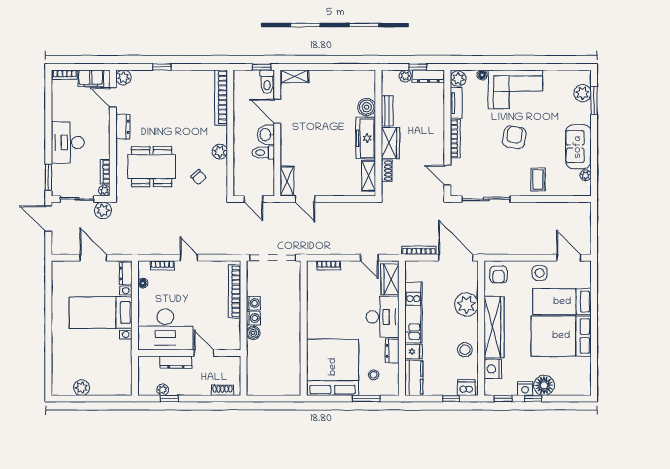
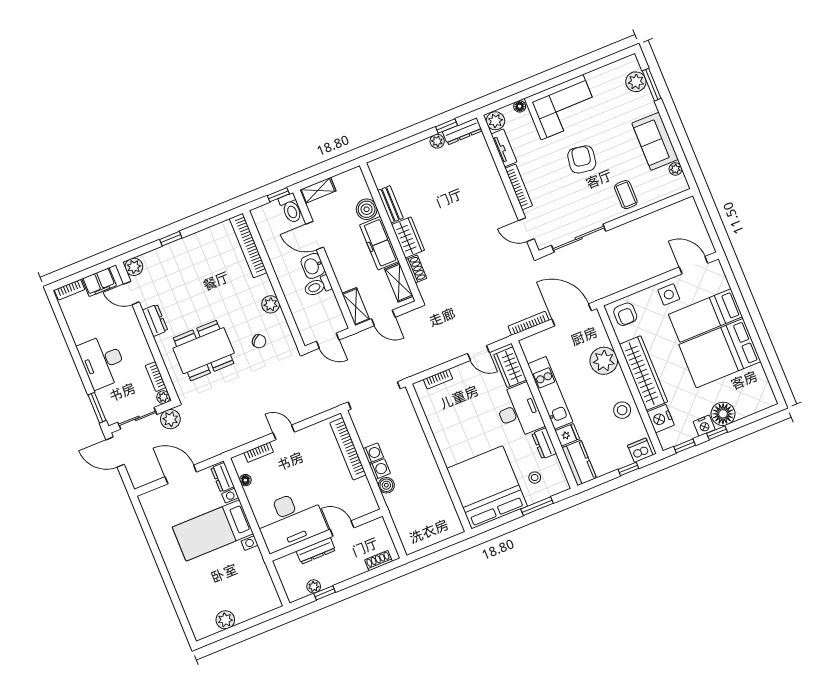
boiler: (367, 107) -> (367, 209), moved
bench: (387, 111) -> (390, 204), moved
wall: (378, 133) -> (391, 232), moved
freezer: (366, 138) -> (379, 243), moved
wardrobe: (390, 143) -> (408, 237), moved
shoe rack: (387, 171) -> (416, 269), moved
shelving: (369, 176) -> (399, 283), moved

